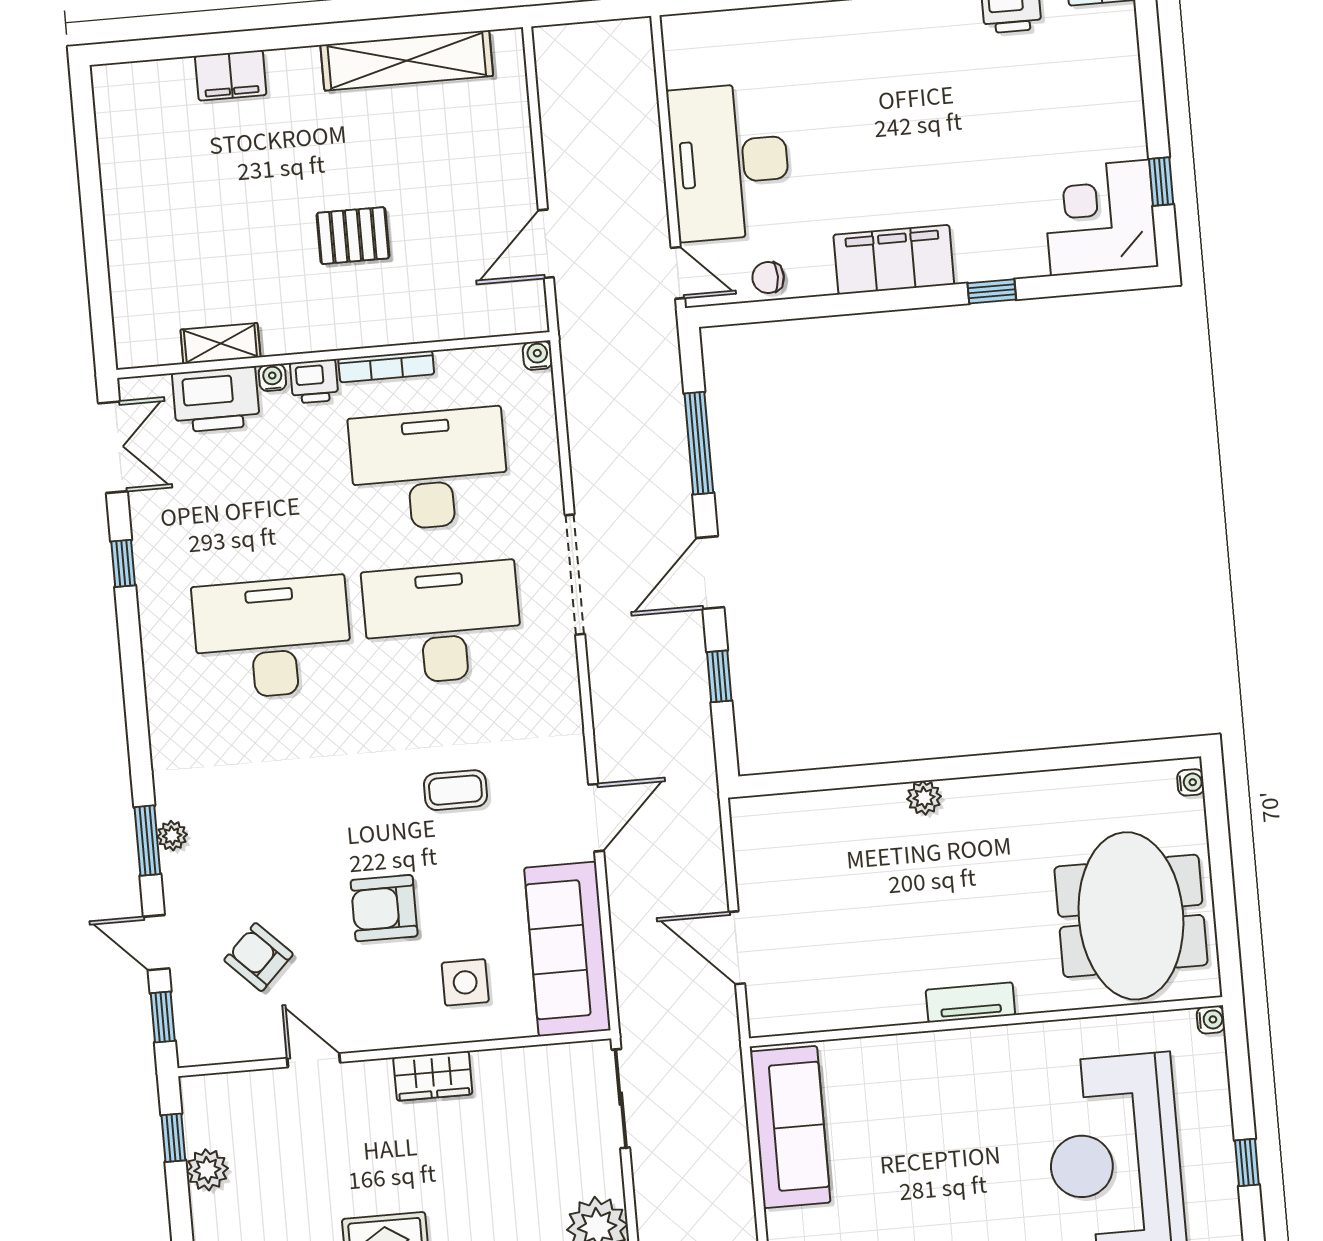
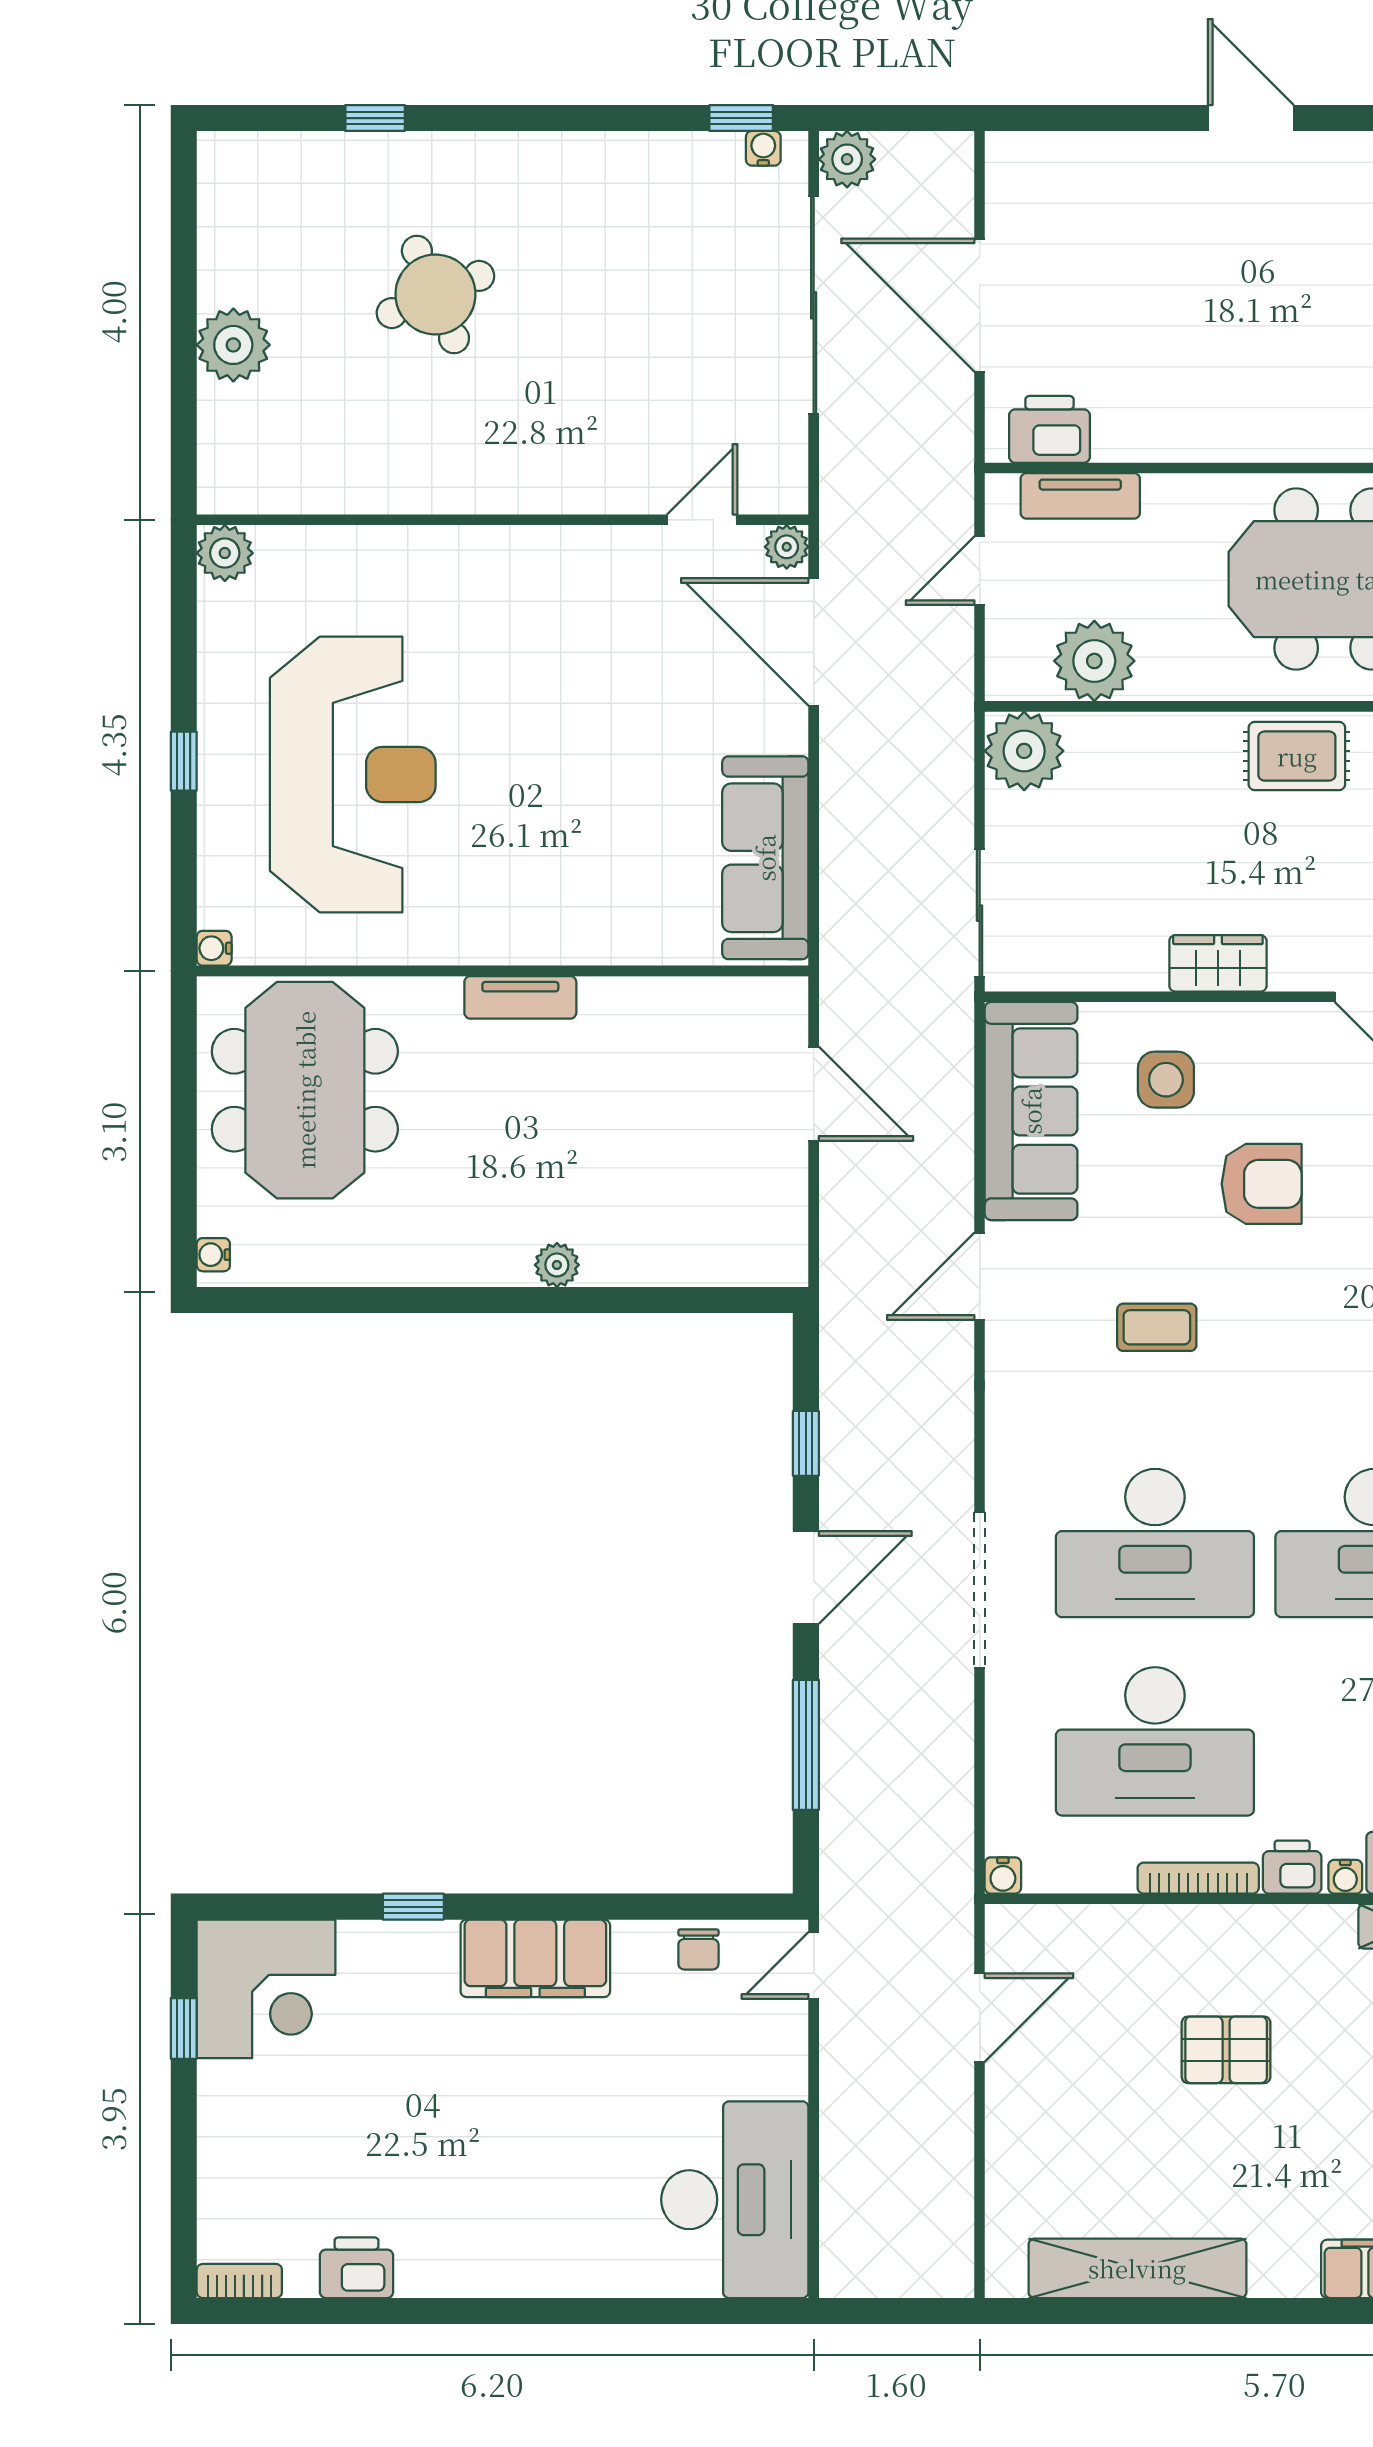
desk: (730, 162) -> (735, 2200), moved
door: (678, 273) -> (814, 1965), hinge flipped
chair: (768, 278) -> (698, 1949), turned 90

